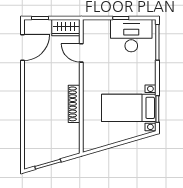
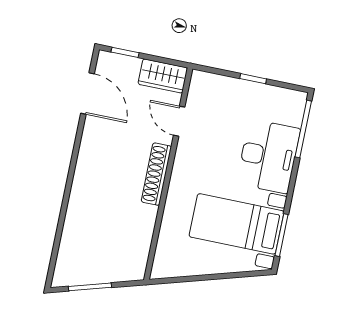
desk: (131, 36) -> (268, 156), moved, turned 90
door: (22, 48) -> (87, 94), hinge flipped
shoe rack: (74, 104) -> (156, 174), moved

